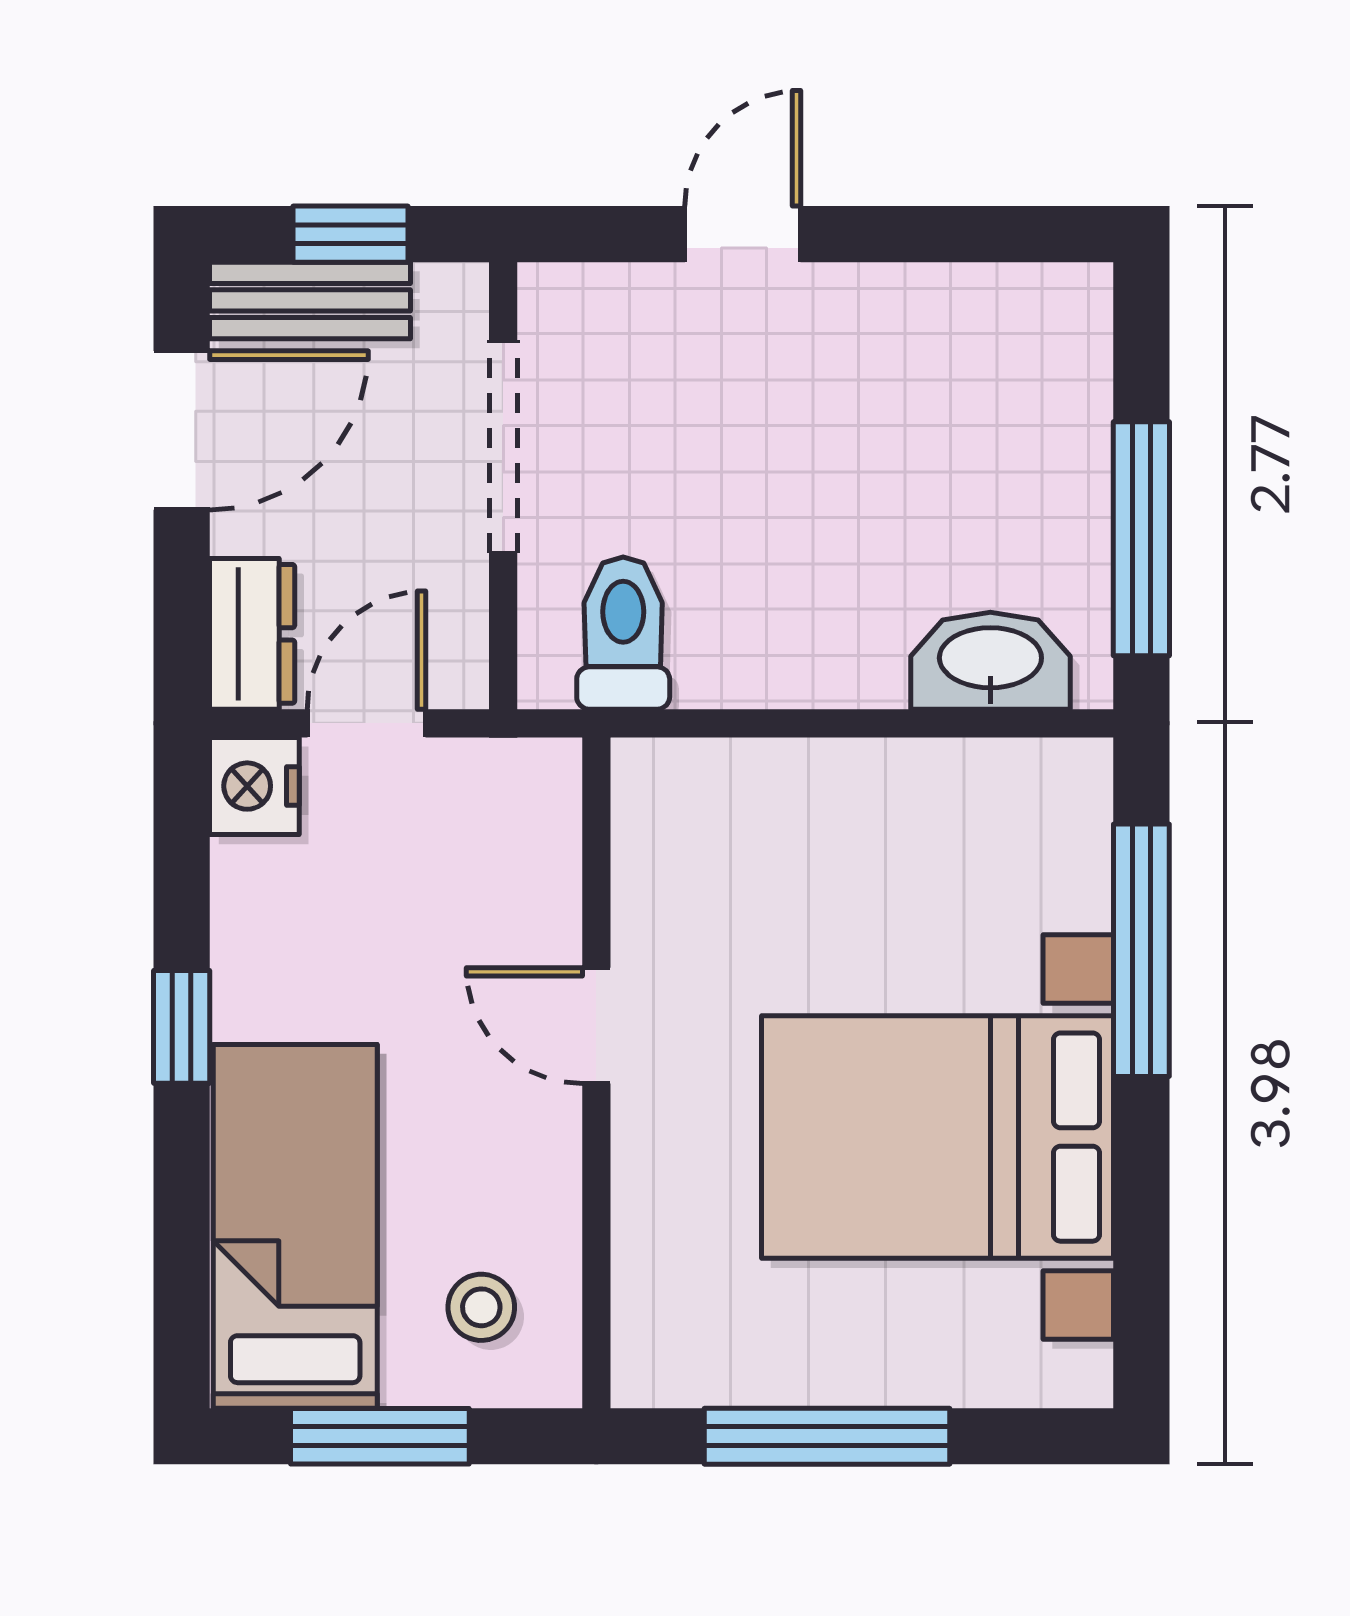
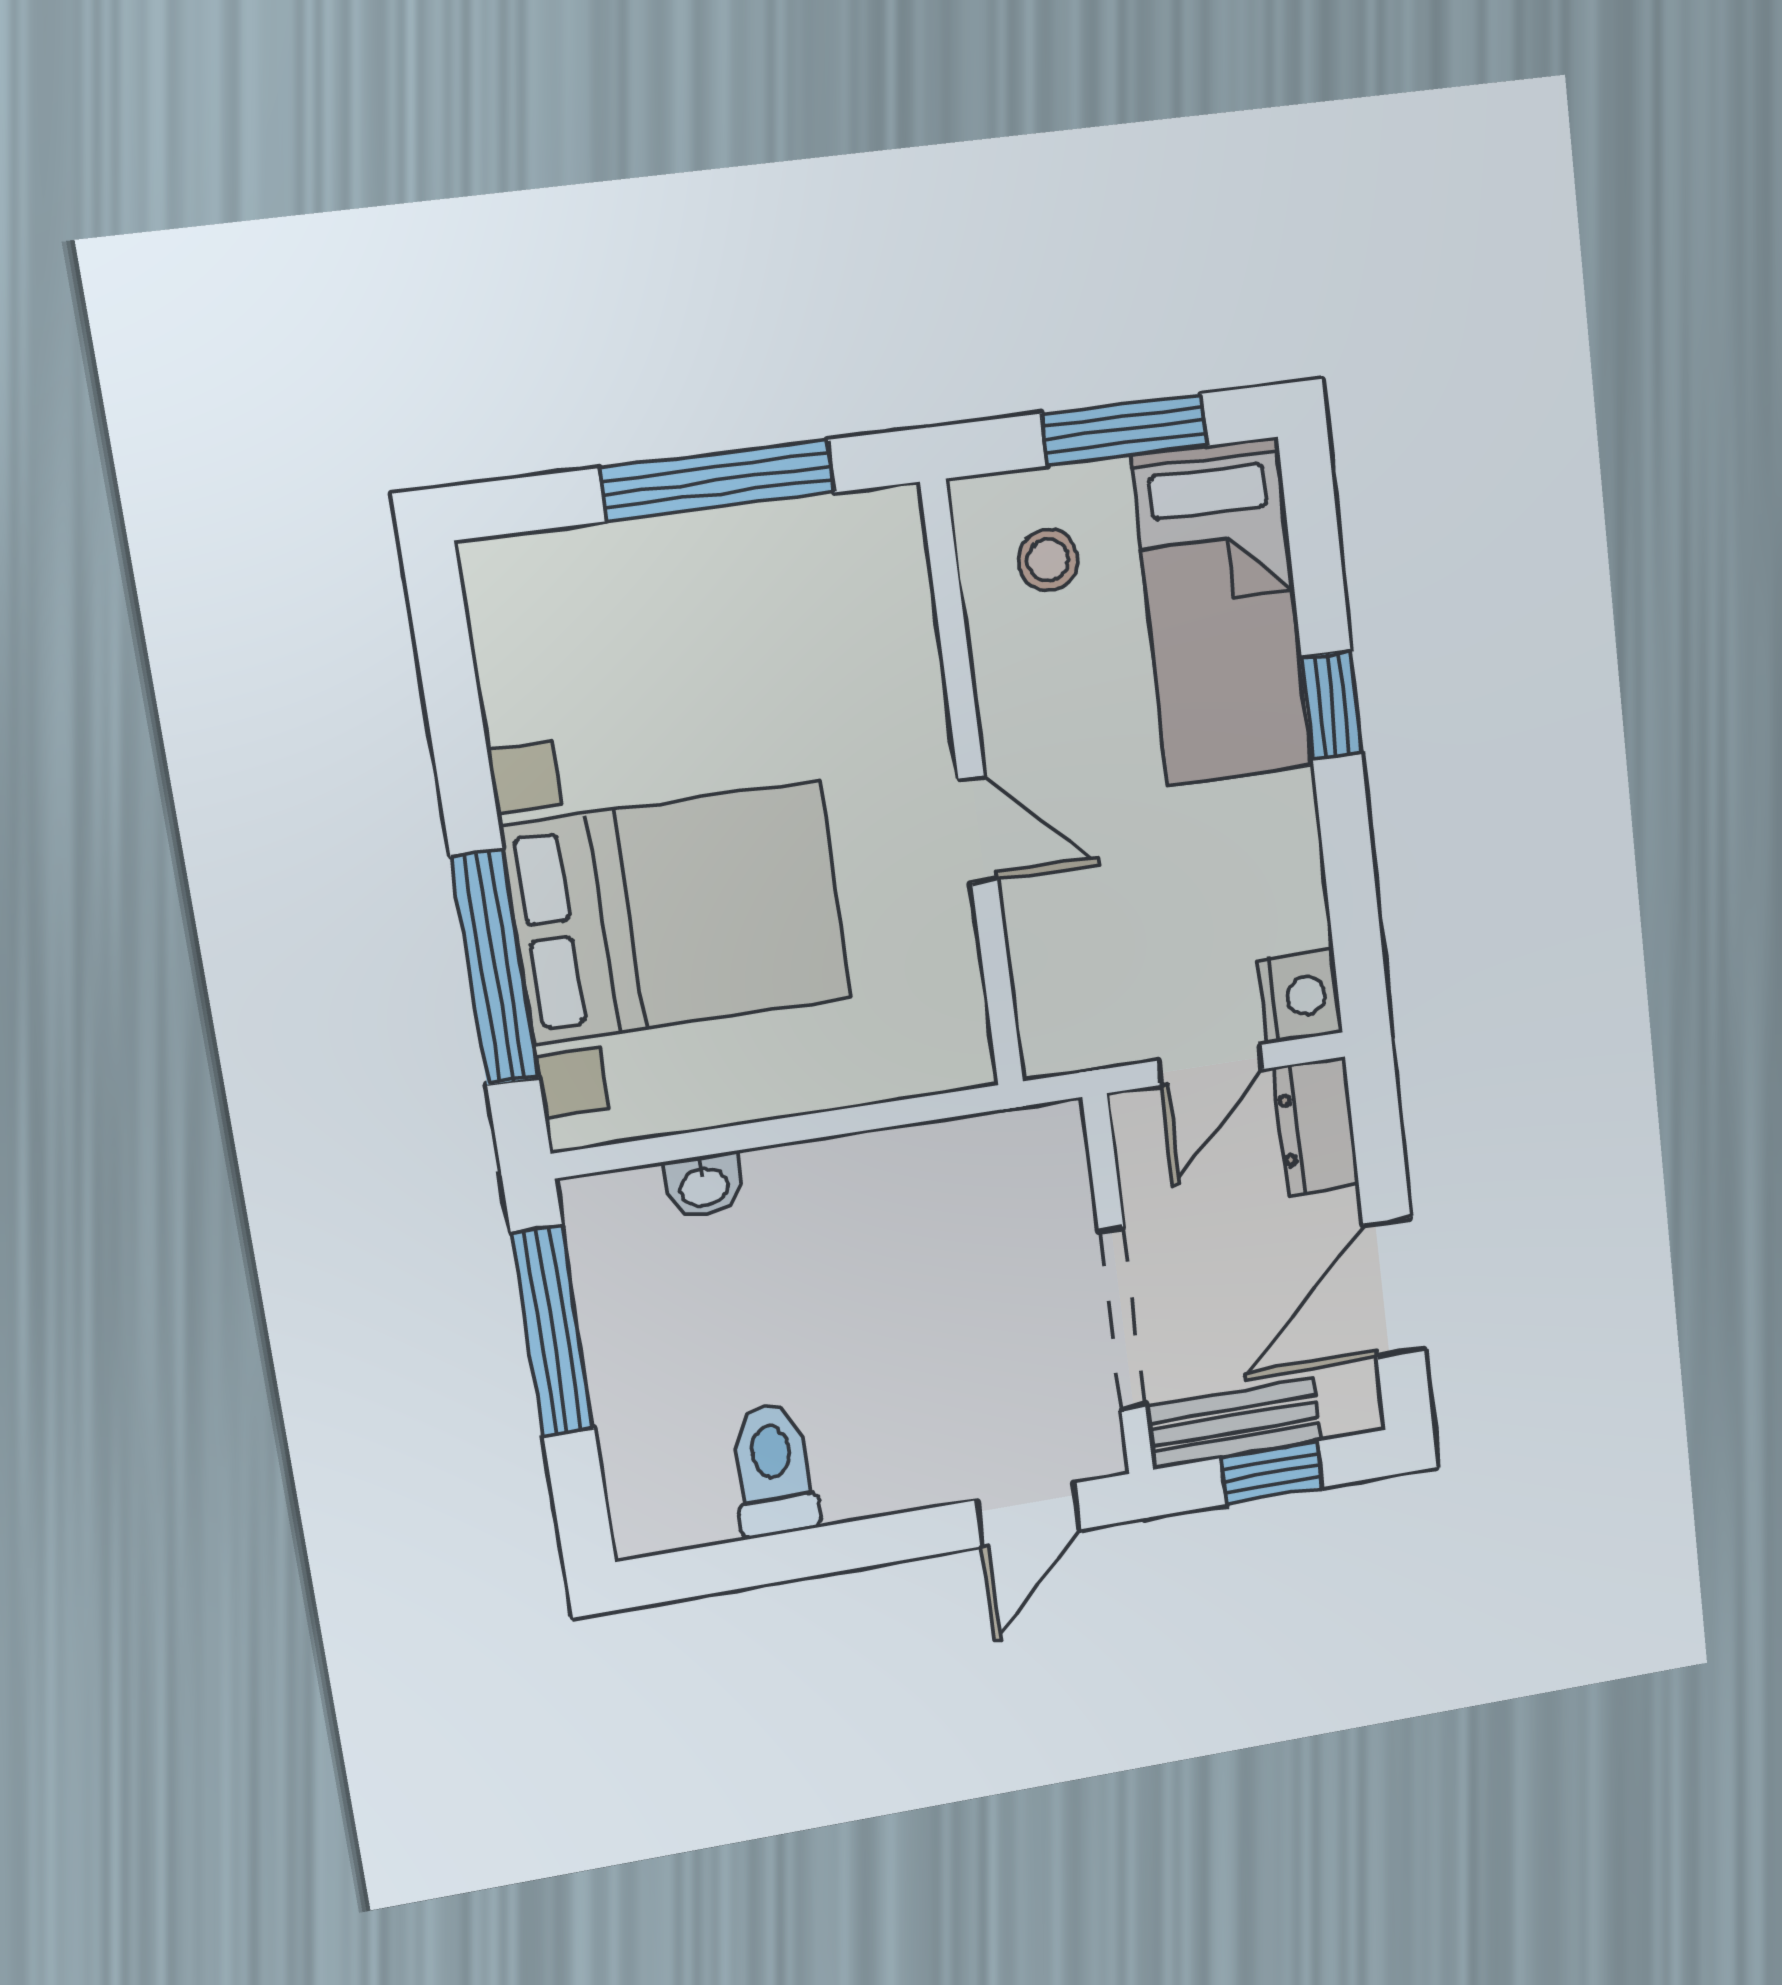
door: (743, 234) -> (1028, 1515), moved
bench: (310, 300) -> (1233, 1424), moved
toilet: (623, 633) -> (773, 1470), moved, turned 180
washbasin: (990, 661) -> (704, 1185), width x0.52, depth x0.69
window: (182, 1027) -> (1332, 705), moved
bed with nightstands: (937, 1137) -> (677, 913), moved

